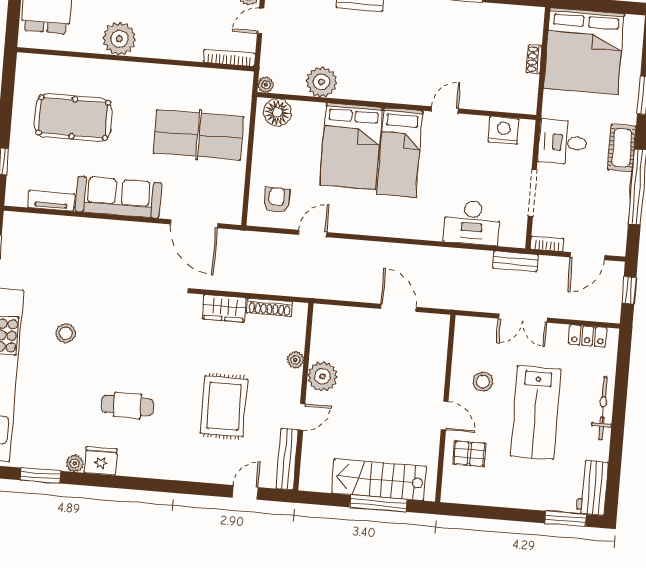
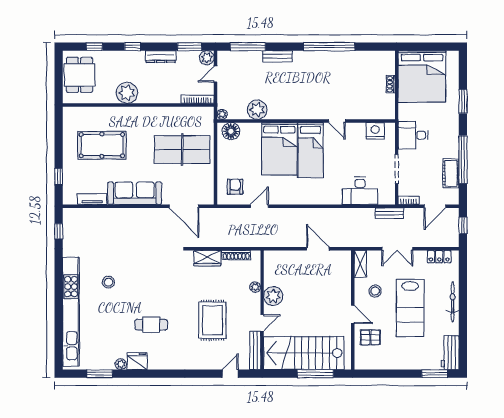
door: (445, 110) -> (337, 121), swing flipped
cot: (622, 148) -> (451, 173), moved
shelving: (463, 337) -> (360, 264), added
stairs: (379, 480) -> (304, 353), width x1.36, depth x1.51

